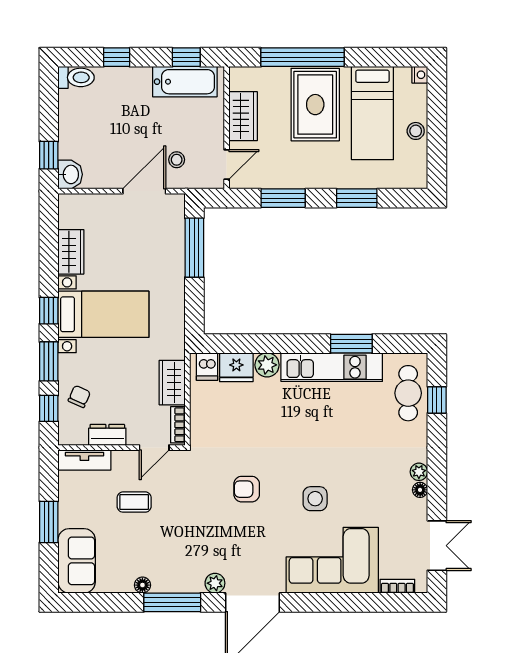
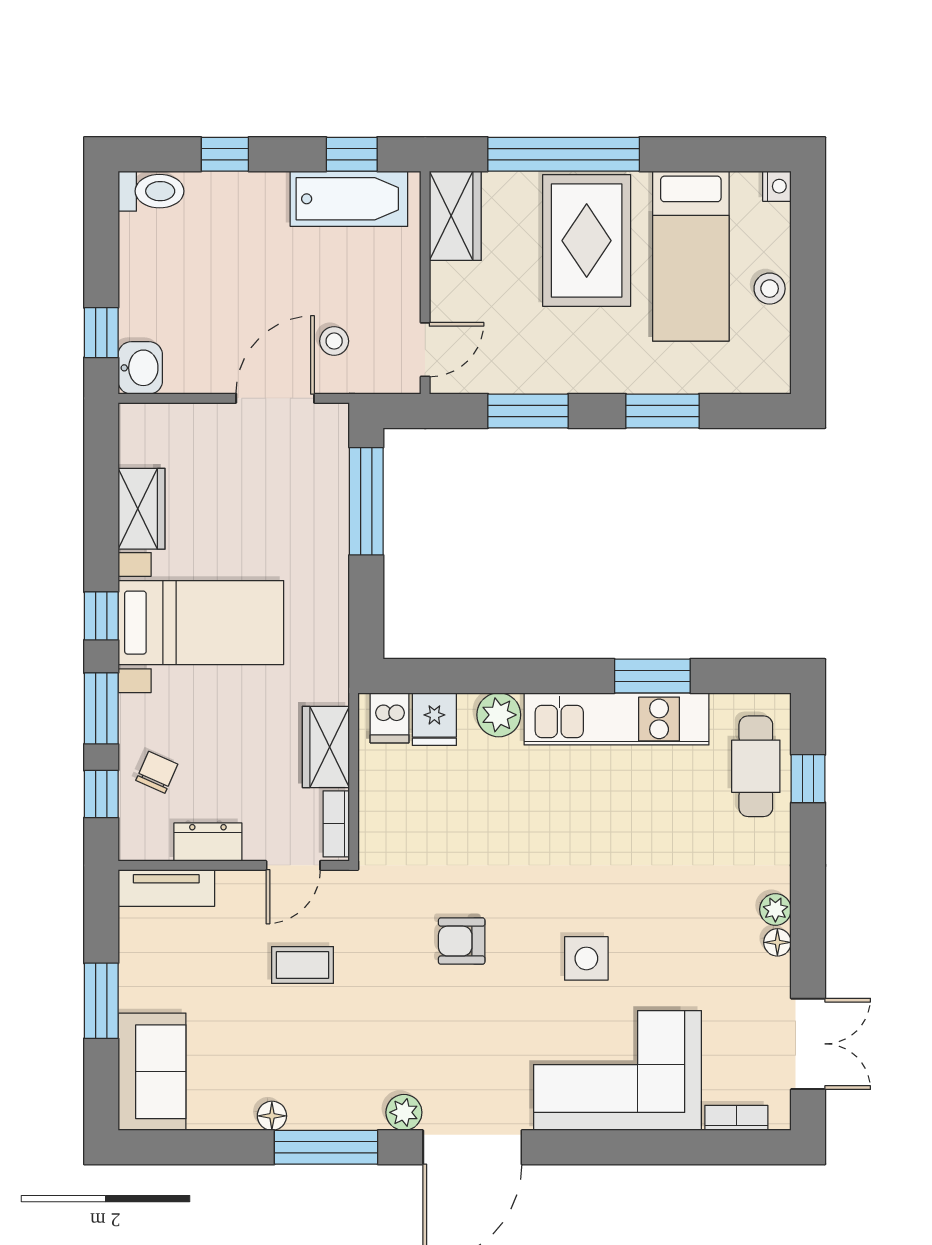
wardrobe: (243, 116) -> (455, 216), moved
fridge: (236, 367) -> (434, 719), width x0.72
coffee table: (134, 502) -> (302, 965), moved

